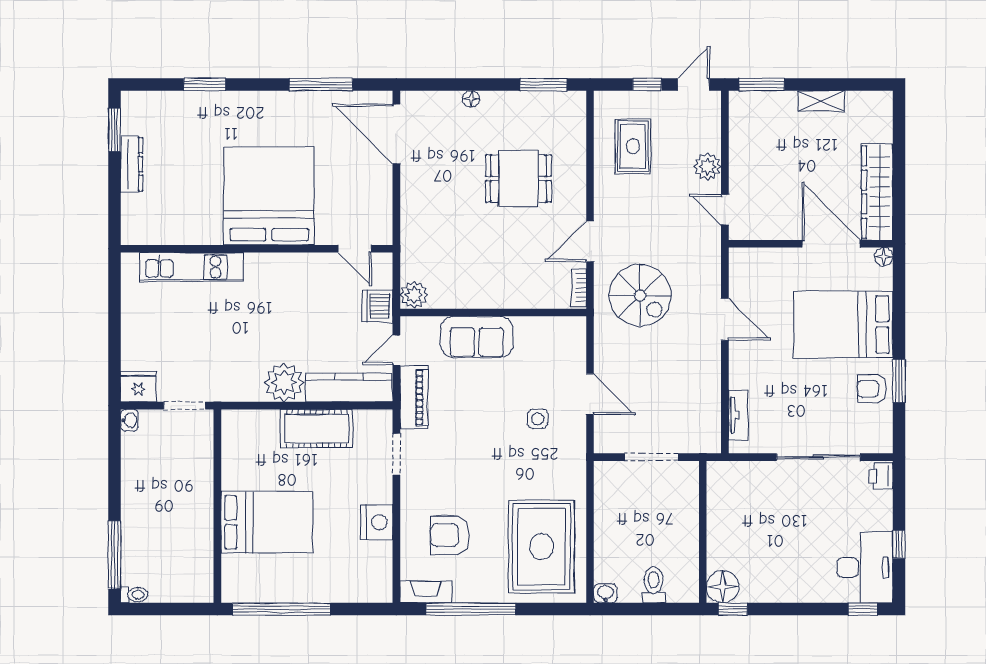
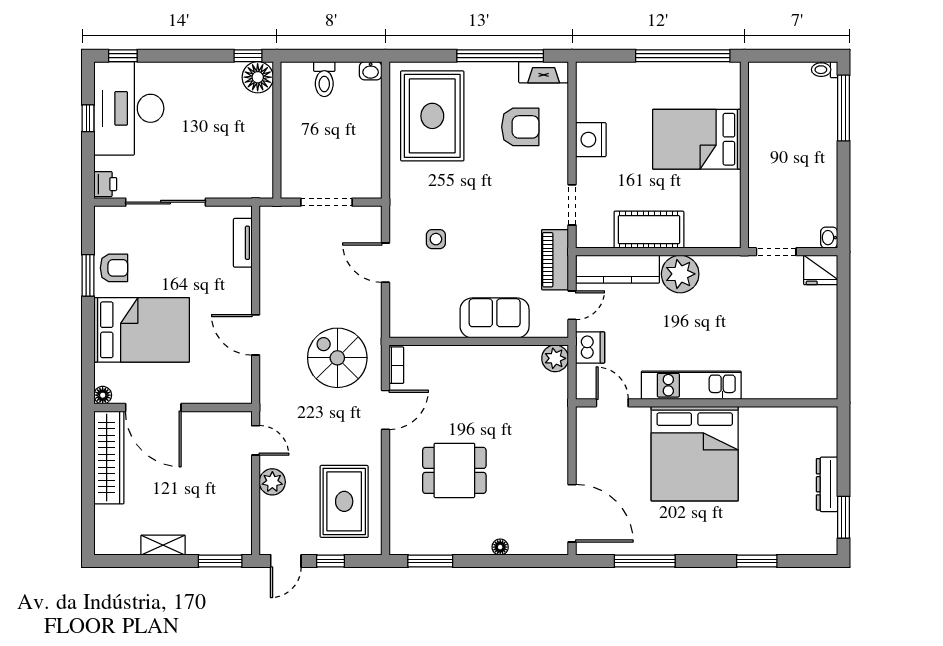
rug: (633, 146) -> (344, 501), width x1.36, depth x1.43
kitchen unit: (191, 267) -> (691, 385), moved
desk: (865, 567) -> (129, 108), width x1.36, depth x1.30

